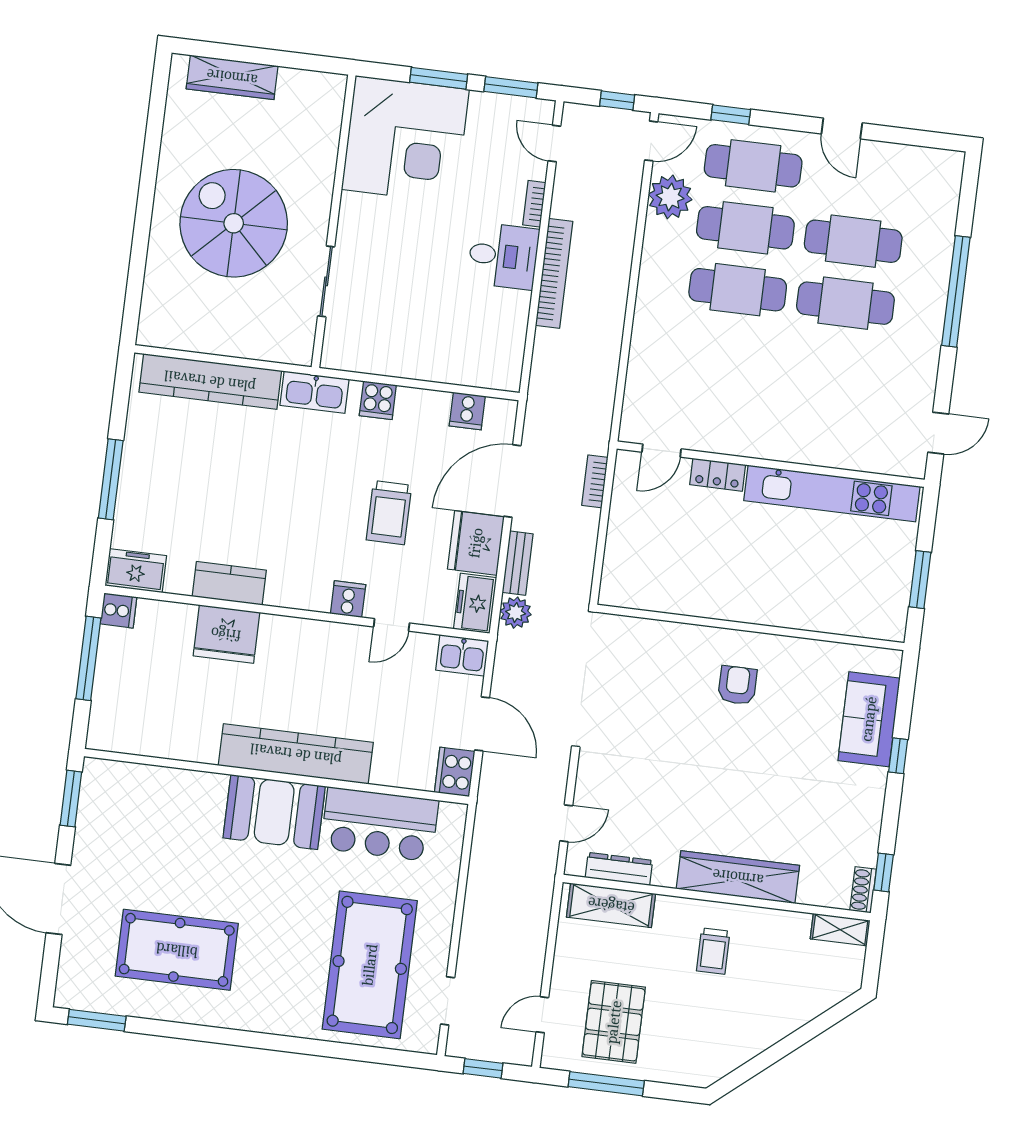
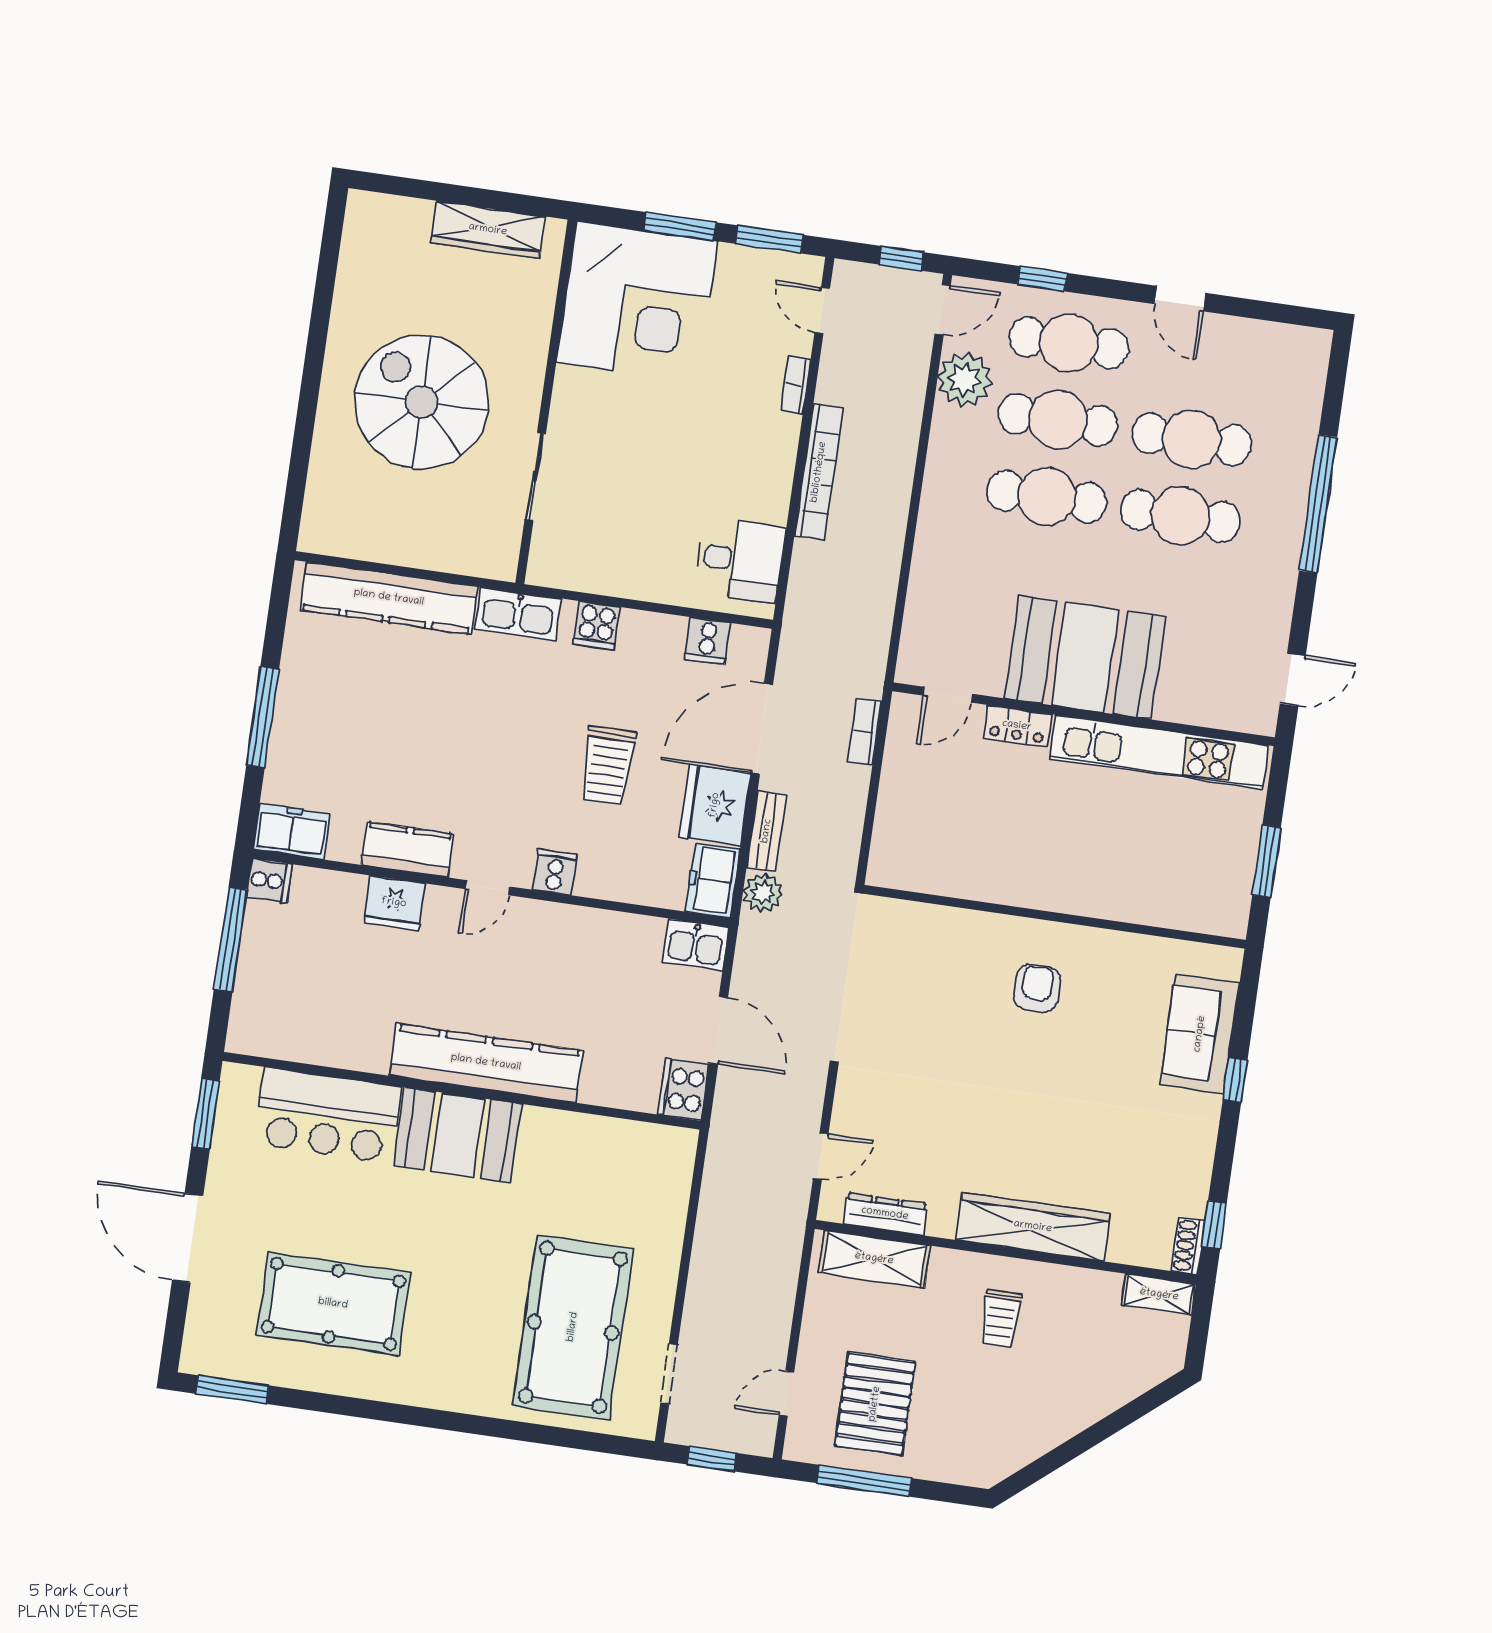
wardrobe: (232, 77) -> (488, 230), moved
desk: (503, 256) -> (740, 560), moved
booth: (771, 418) -> (1085, 657), added
door: (392, 625) -> (488, 888), moved
fridge: (226, 634) -> (394, 903), width x0.73, depth x0.75
bar counter: (380, 824) -> (327, 1115), moved

